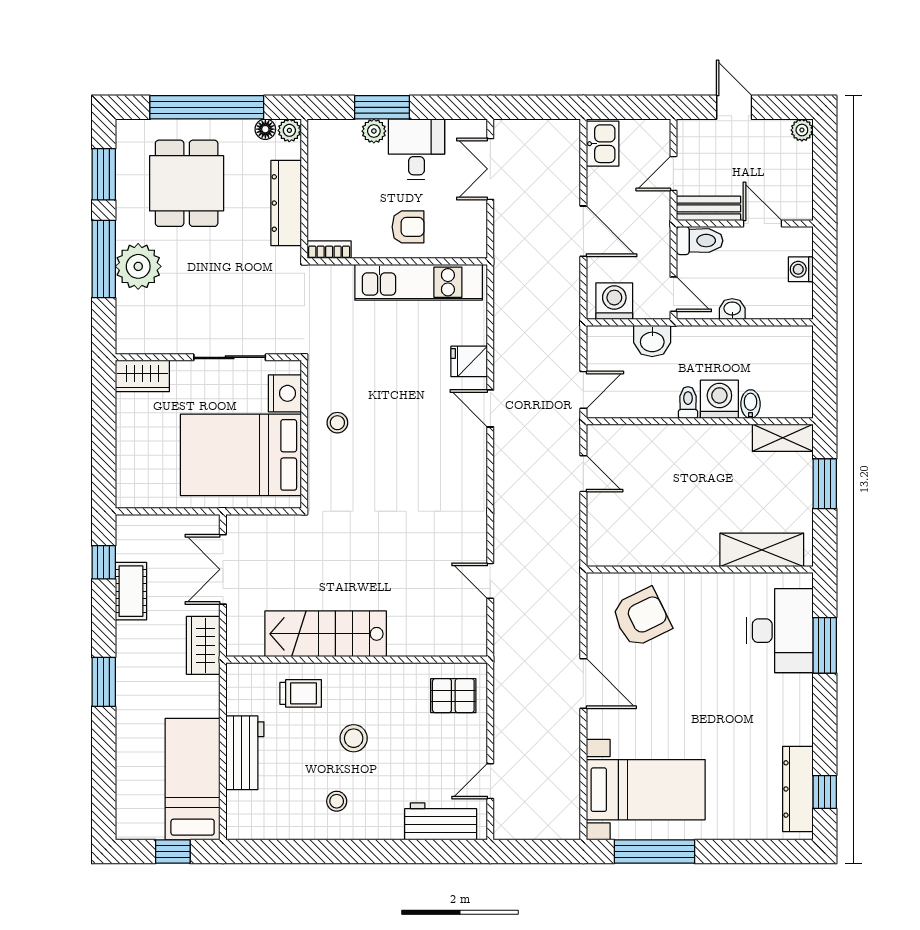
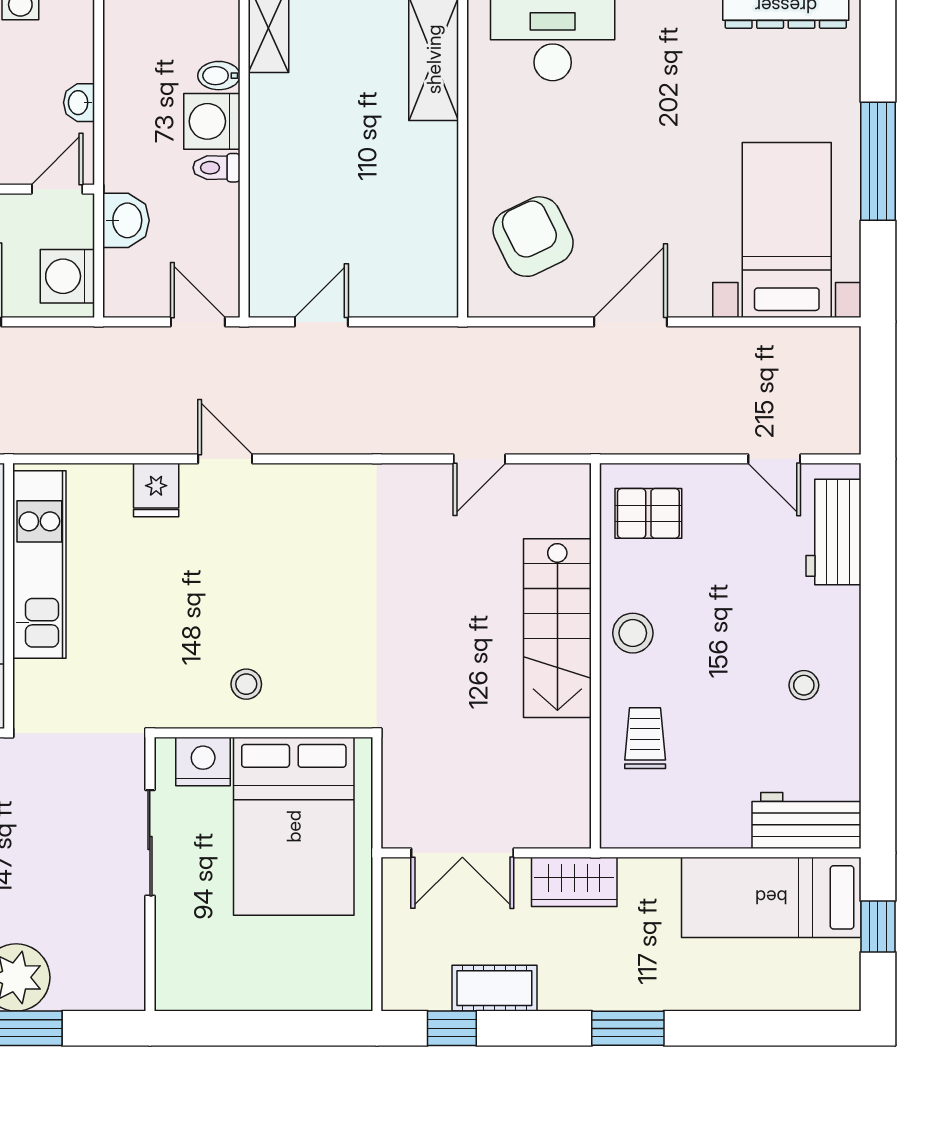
wardrobe: (142, 376) -> (177, 971), removed
door: (490, 408) -> (225, 459), swing flipped
stairs: (326, 634) -> (557, 628), moved
pallet: (453, 696) -> (648, 513), turned 90
stool: (354, 738) -> (633, 633), moved
workbench: (245, 753) -> (806, 820), moved
window: (654, 852) -> (878, 161), moved

